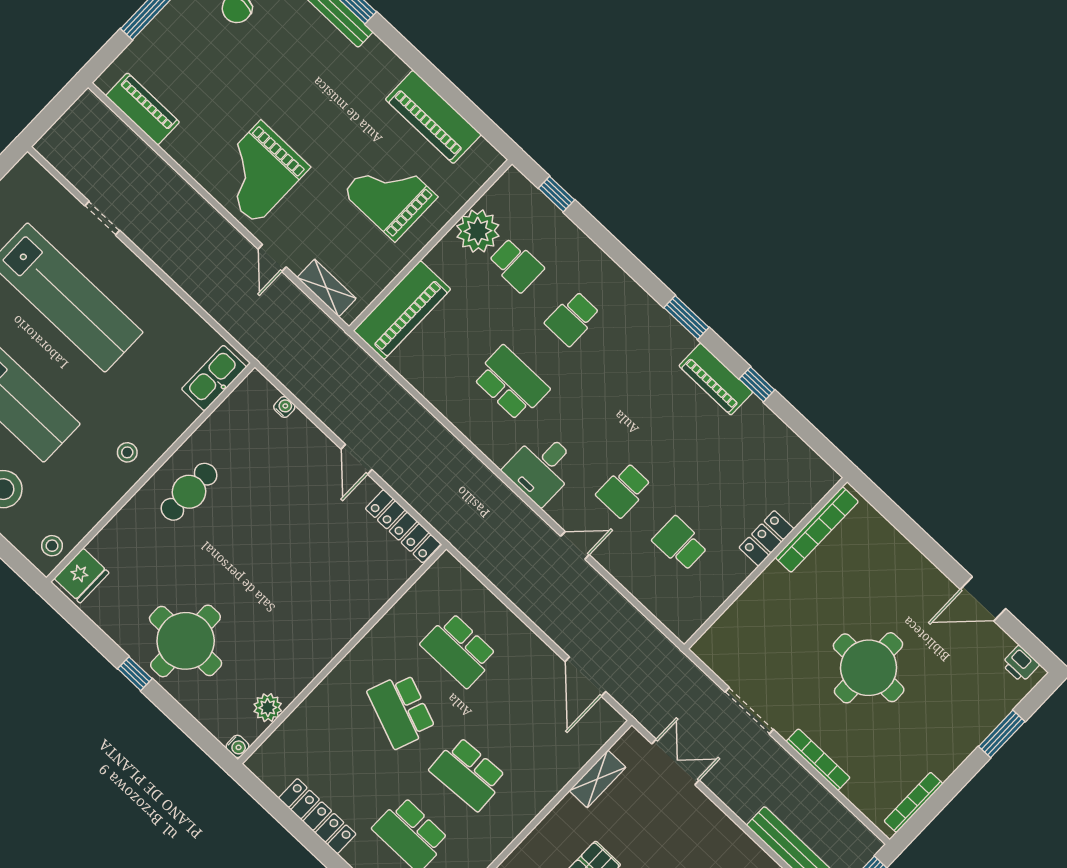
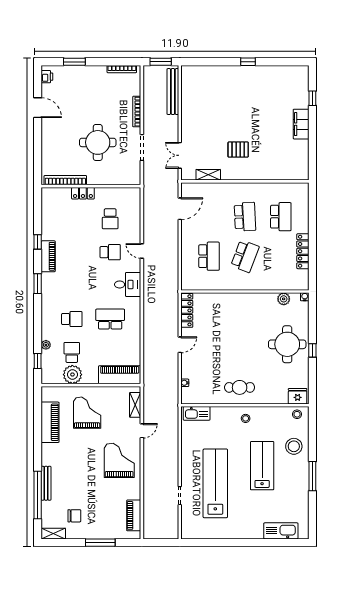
grand piano: (258, 172) -> (119, 460), turned -90
grand piano: (390, 195) -> (87, 413), turned 180
plant: (570, 234) -> (46, 345), added
school desk: (511, 383) -> (110, 319), turned 90
round table: (869, 668) -> (98, 142), moved

